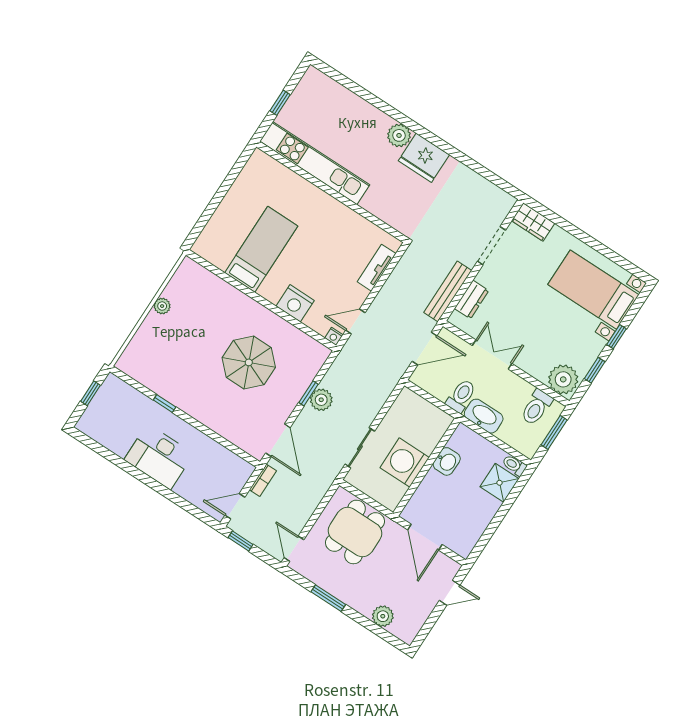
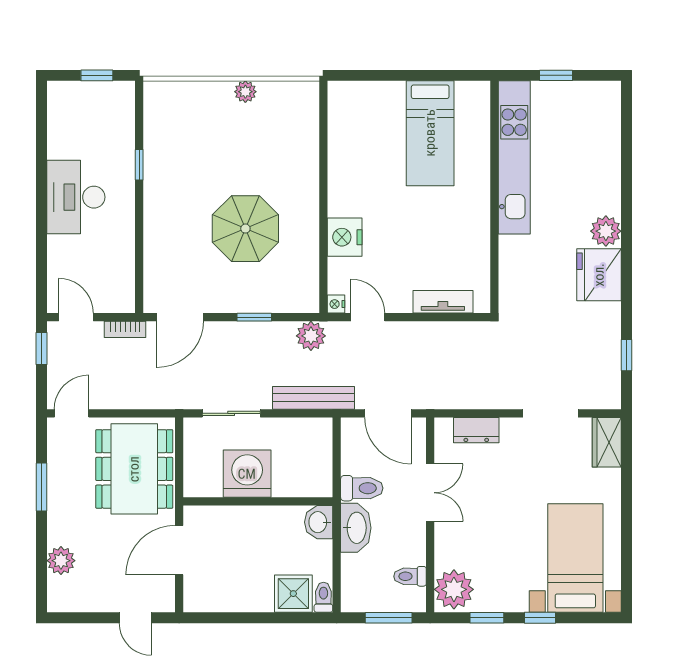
window: (486, 173) -> (627, 355), added
bed: (261, 249) -> (430, 133), moved, turned 90
bench: (448, 291) -> (314, 398), moved
plant: (321, 400) -> (311, 336), moved
toilet: (536, 407) -> (410, 576), width x0.73, depth x0.72
washbasin: (447, 461) -> (319, 522), moved, turned 90
dining table: (355, 532) -> (134, 469), width x1.37

